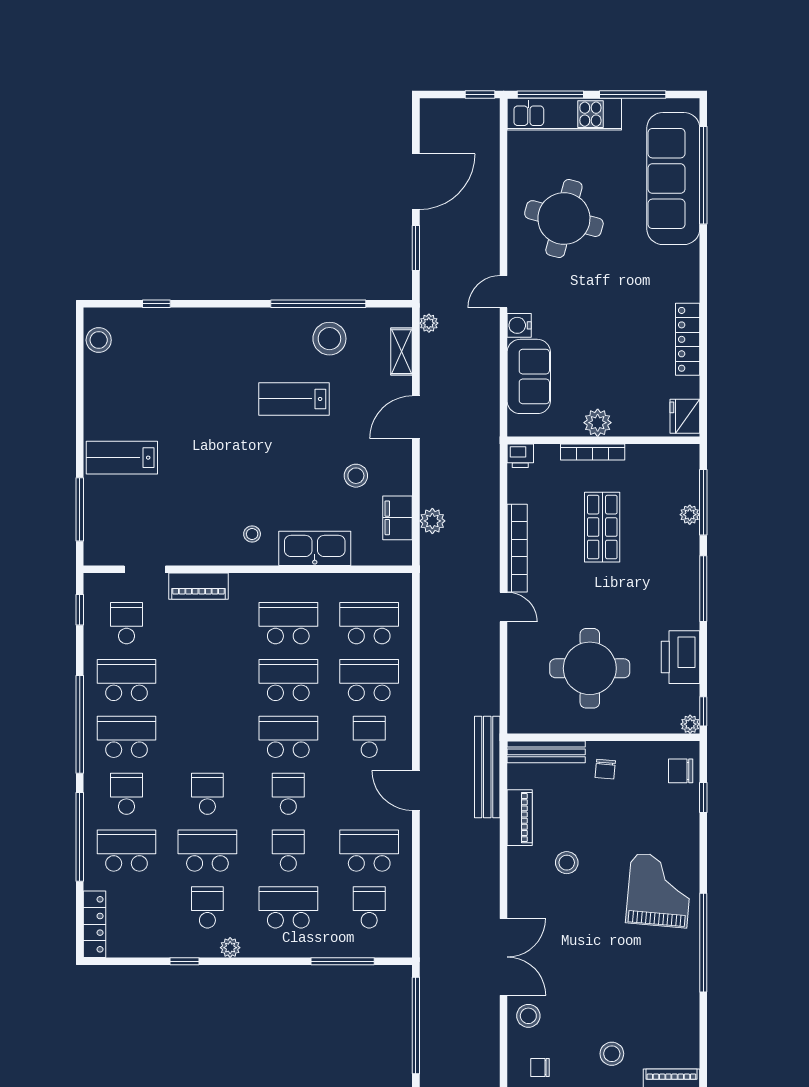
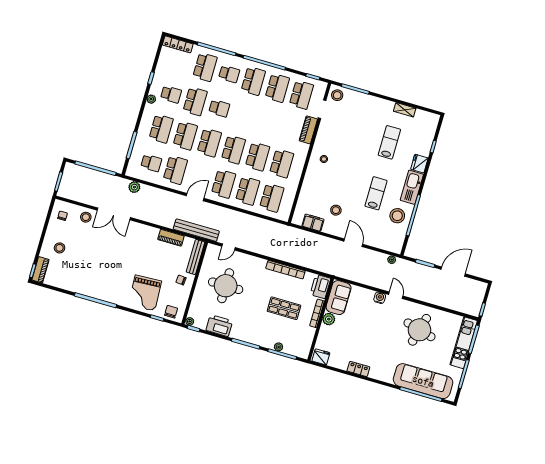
door: (416, 182) -> (453, 272), swing flipped
fridge: (202, 323) -> (419, 164), added
locker: (688, 339) -> (358, 369), width x0.66
stool: (99, 340) -> (337, 95), moved
shelving: (402, 352) -> (405, 110), moved
sofa: (529, 376) -> (339, 298), moved, turned -90
printer: (520, 456) -> (320, 286), width x1.87, depth x1.48
lab bench: (122, 458) -> (389, 142), moved
plant: (432, 521) -> (134, 187), moved
kitchen sink: (315, 548) -> (412, 187), moved, turned 180
door: (504, 607) -> (229, 247), moved
school desk: (126, 623) -> (301, 95), width x1.85
school desk: (369, 737) -> (224, 184), width x1.85
school desk: (288, 794) -> (209, 143), width x1.85
school desk: (288, 851) -> (185, 136), width x1.85
stool: (567, 863) -> (146, 252), removed
grand piano: (659, 890) -> (145, 293), moved, turned 82

